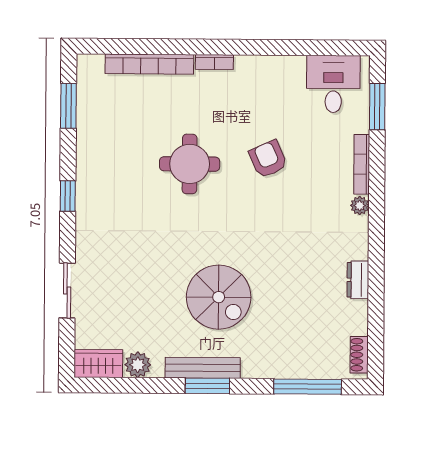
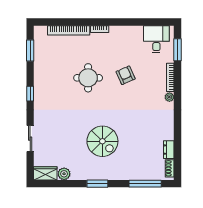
dresser: (358, 280) -> (169, 150), moved
bench: (203, 368) -> (95, 175), removed

